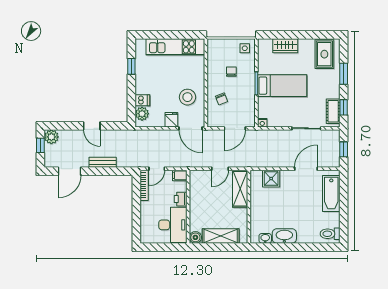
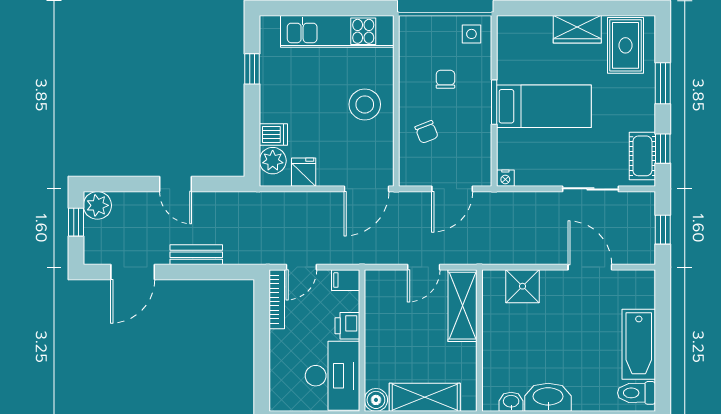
wardrobe: (285, 46) -> (577, 29), moved
stool: (187, 97) -> (365, 104), moved
fridge: (171, 120) -> (304, 172), moved
door: (190, 128) -> (366, 189), hinge flipped
door: (306, 169) -> (590, 267), hinge flipped
bathtub: (331, 194) -> (639, 344), moved

